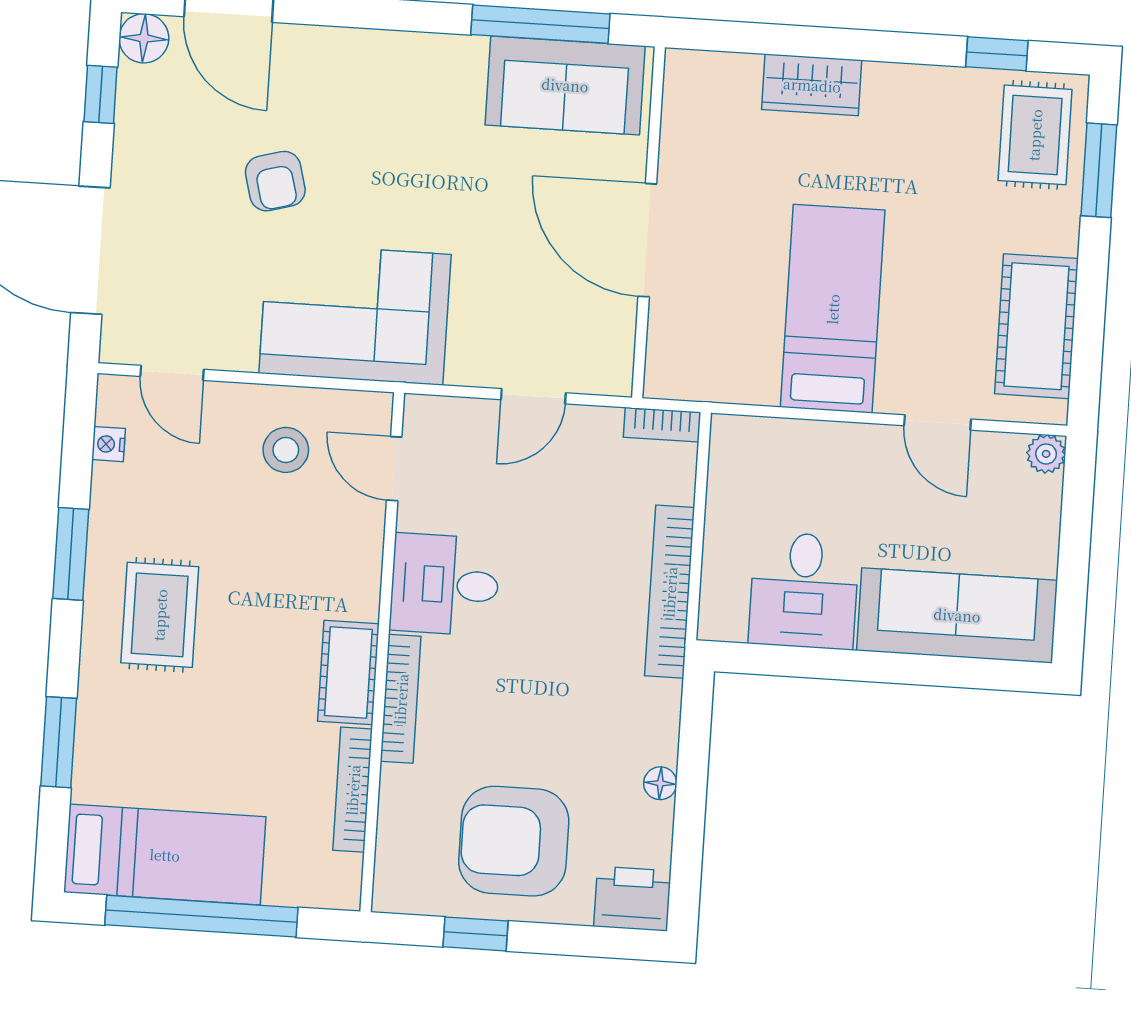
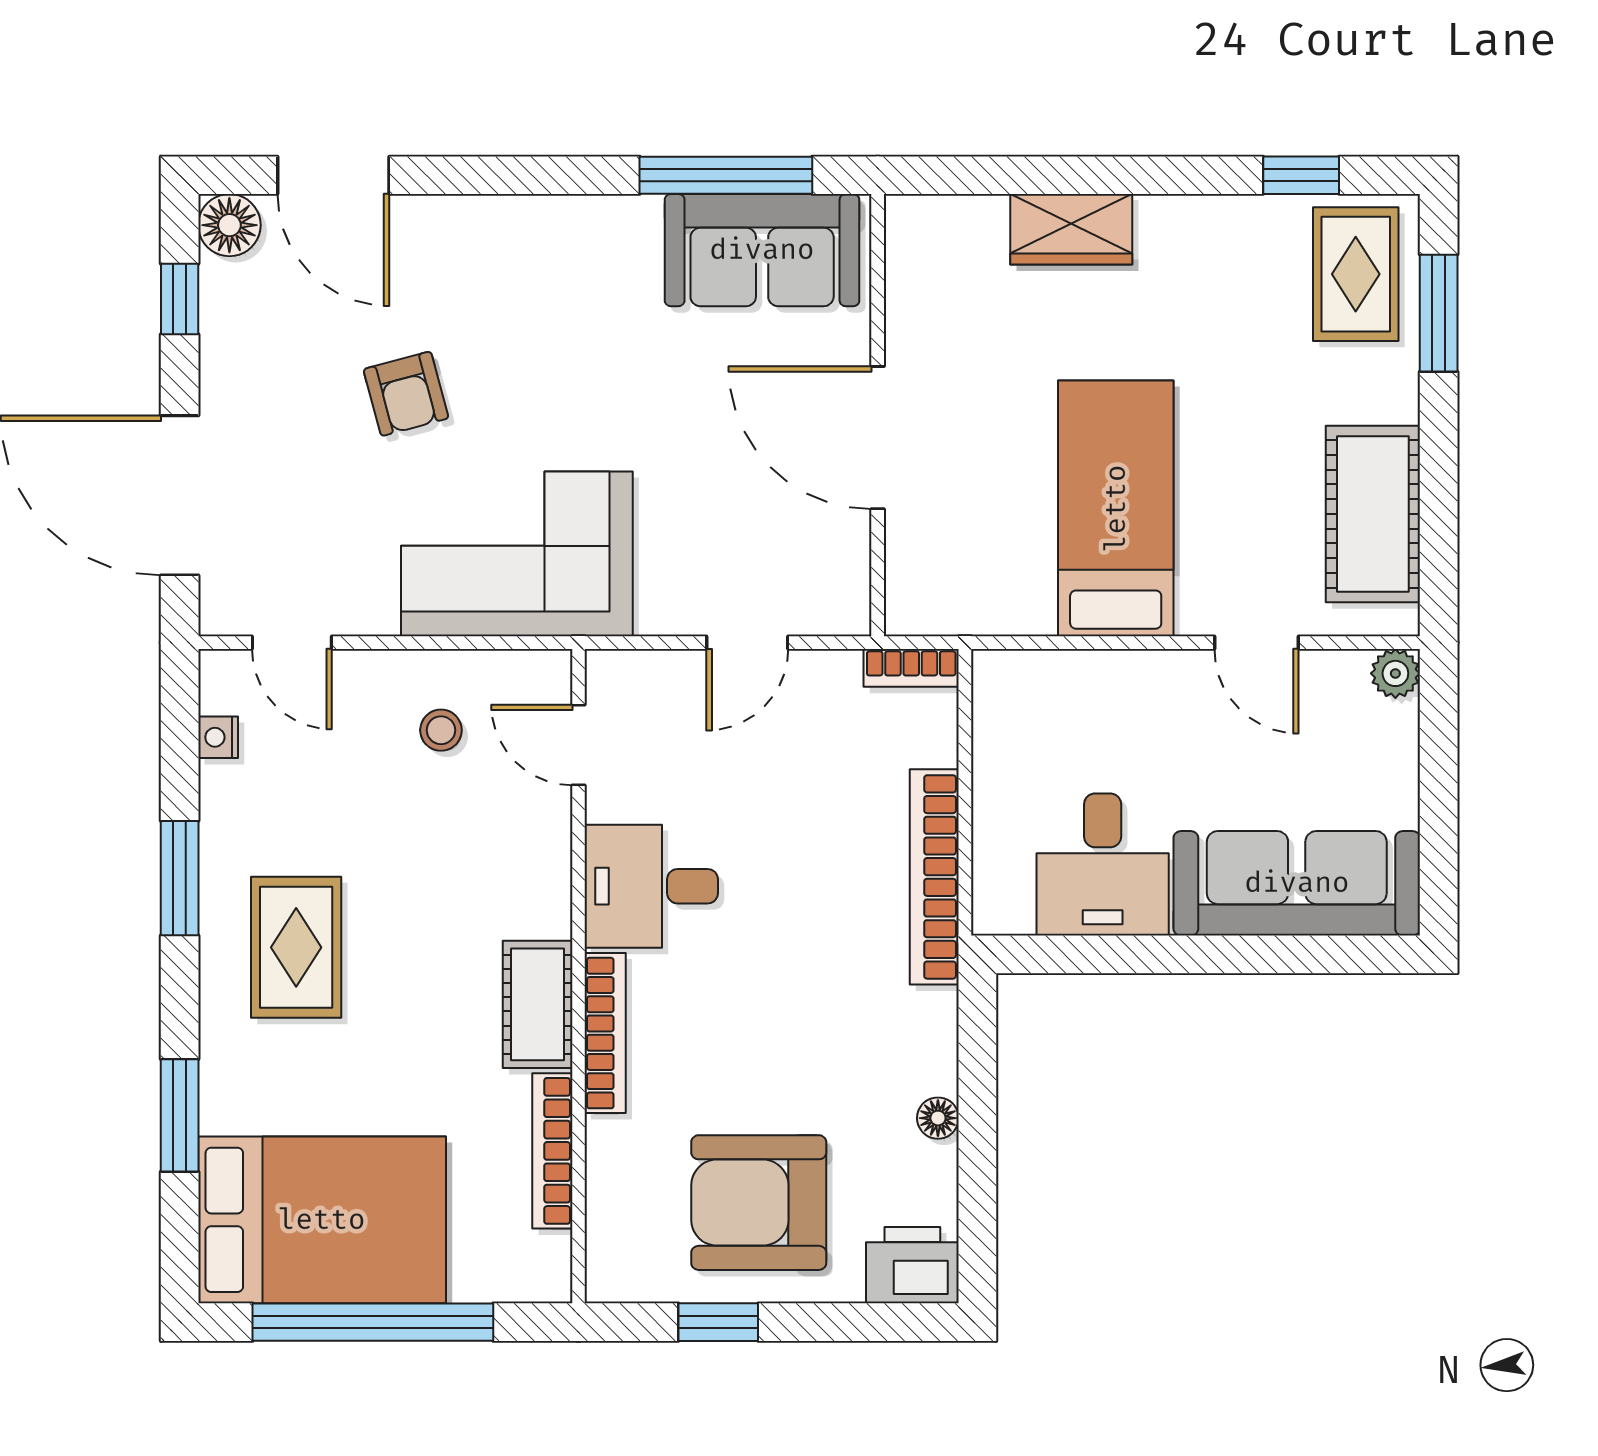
stool: (286, 450) -> (441, 730), width x0.73, depth x0.73
bed: (165, 855) -> (322, 1220), width x1.50

